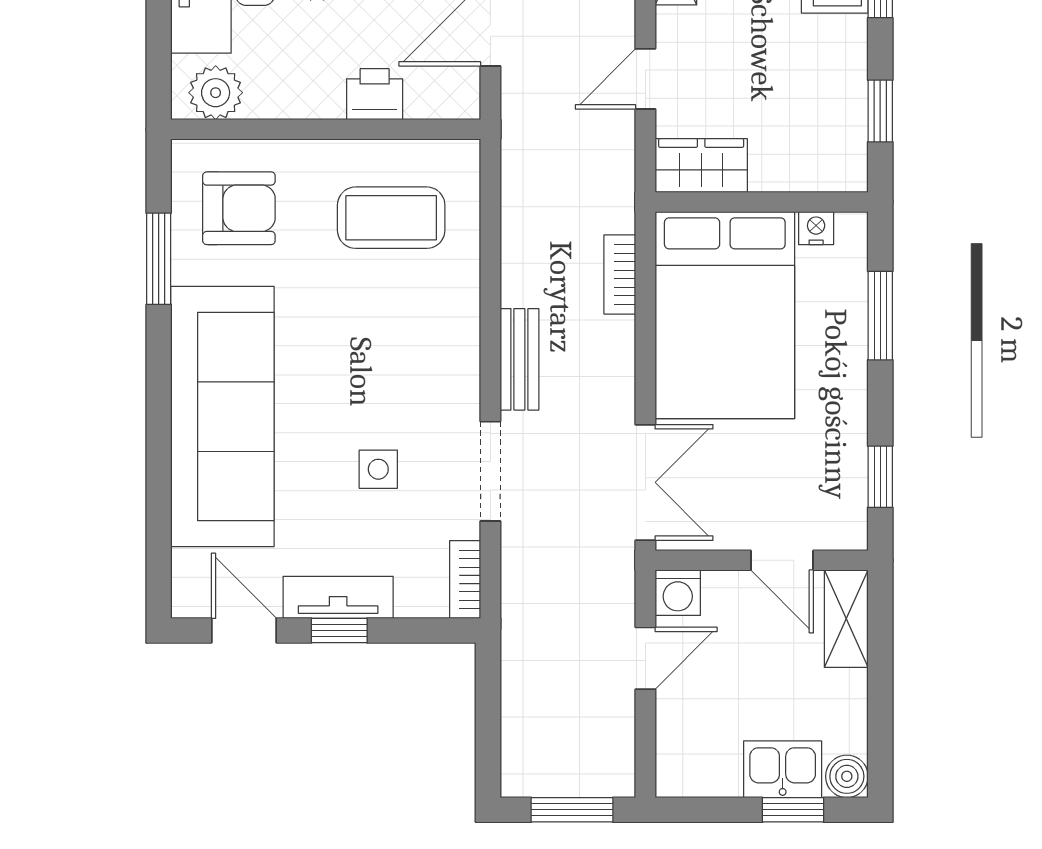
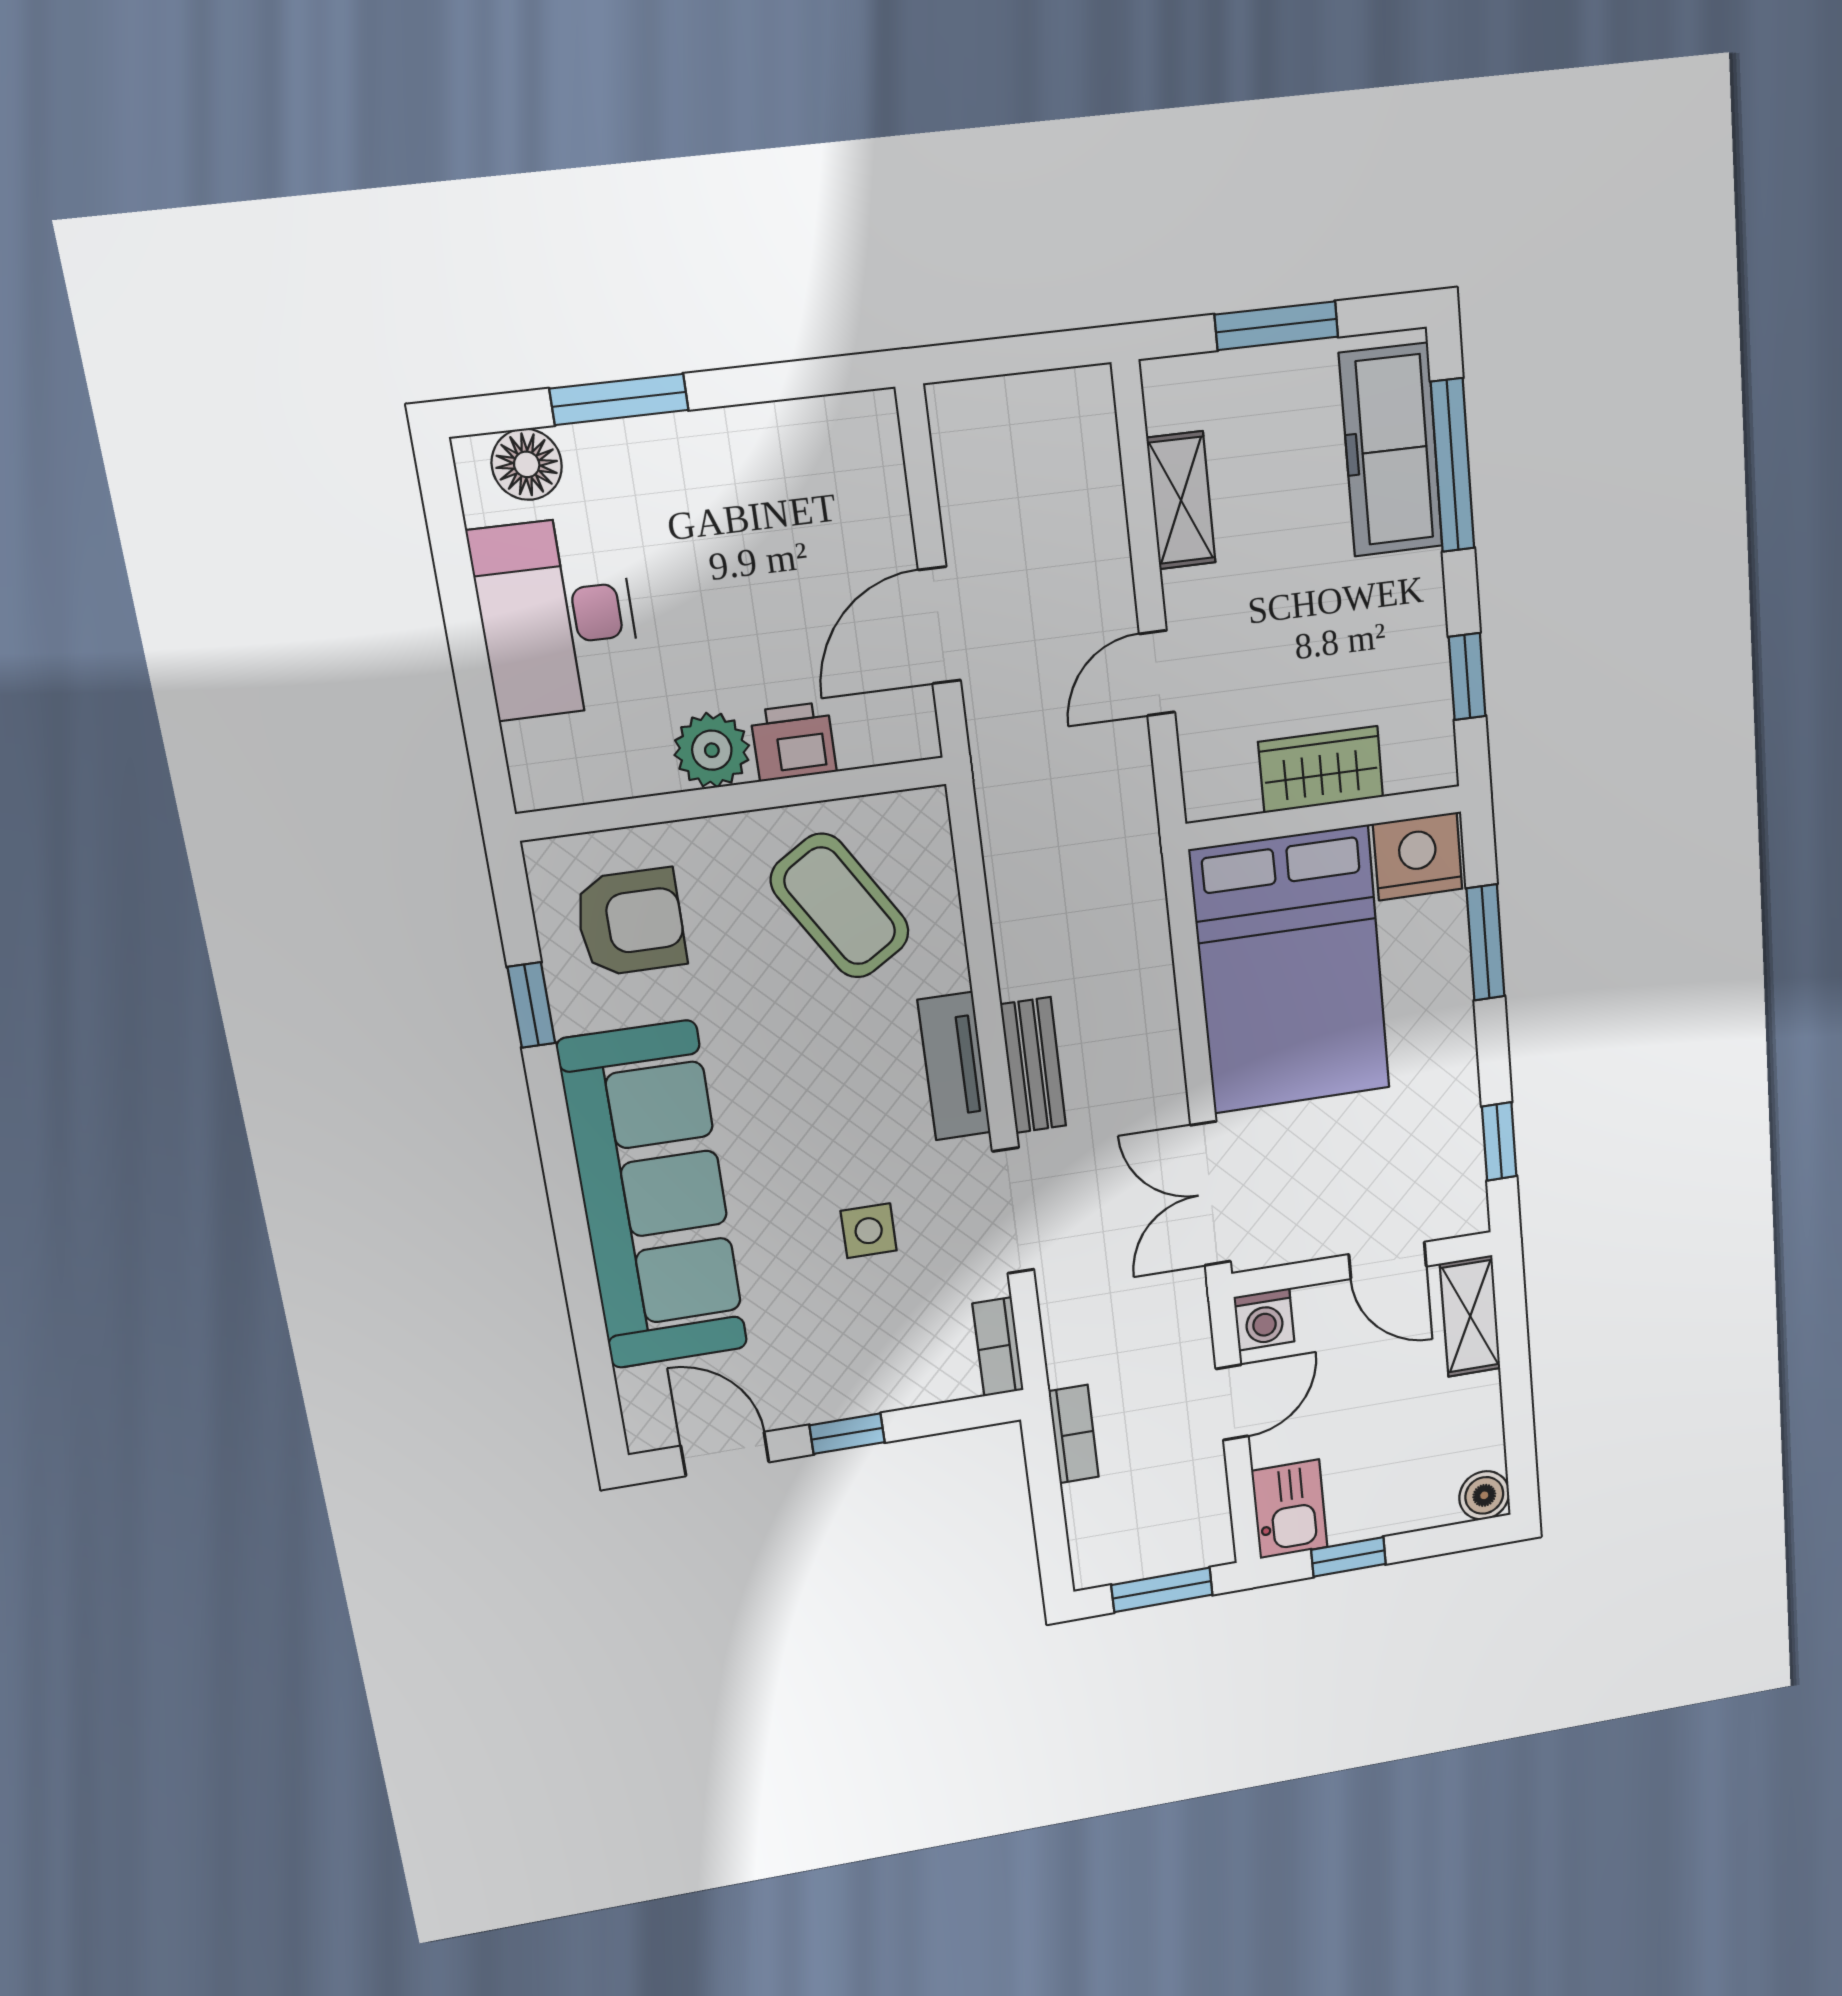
plant: (216, 93) -> (712, 750), moved
wardrobe: (701, 166) -> (1321, 769), moved
coffee table: (391, 218) -> (840, 906), turned 58
nightstand: (816, 228) -> (1418, 856), width x1.89, depth x1.79
window: (159, 259) -> (531, 1005), width x0.67
bookcase: (620, 275) -> (1074, 1434), moved, turned 180
double door: (645, 482) -> (1211, 1194), swing flipped
tv unit: (338, 597) -> (954, 1066), moved, turned -90
kitchen sink: (783, 769) -> (1289, 1509), moved, turned 90
window: (793, 810) -> (1348, 1557), moved

